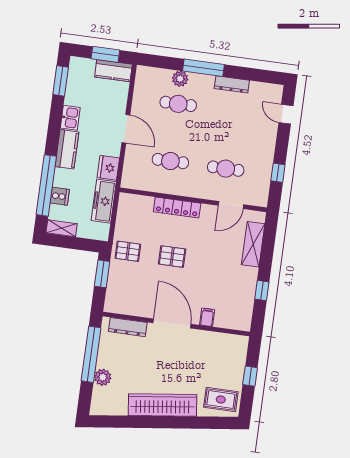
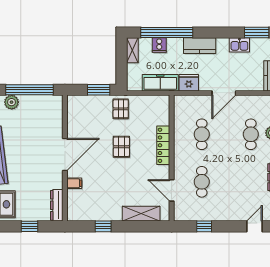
kitchen sink: (70, 118) -> (239, 45), moved
dresser: (128, 327) -> (57, 205), moved

